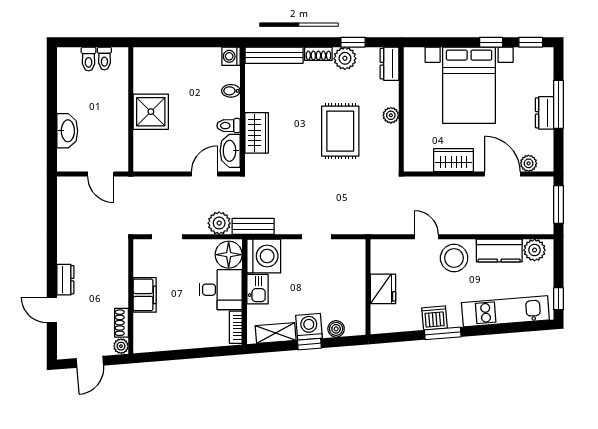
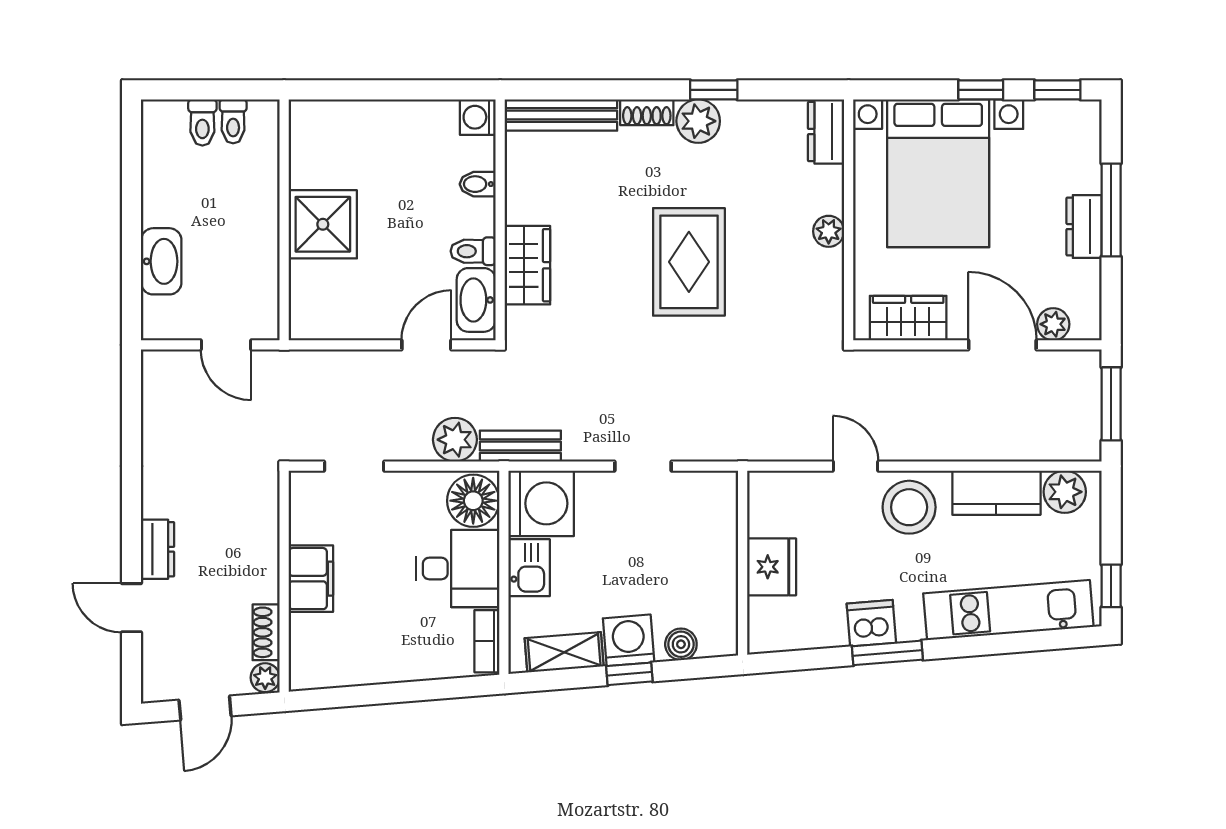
dresser: (390, 64) -> (826, 132), moved
wall: (401, 109) -> (849, 220), moved
plant: (391, 115) -> (829, 231), moved

